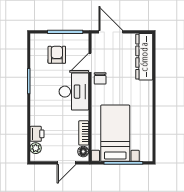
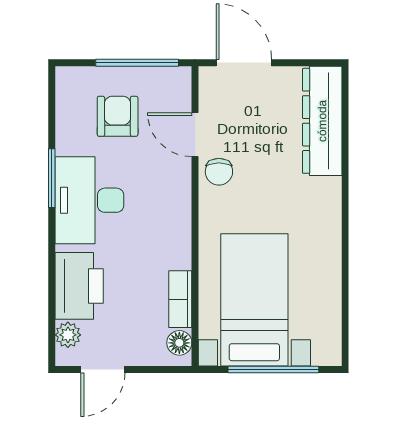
door: (90, 63) -> (195, 135), hinge flipped
desk: (74, 92) -> (89, 200), moved, turned 180
printer: (37, 134) -> (79, 286), width x1.87, depth x1.48
door: (67, 163) -> (103, 369), moved

